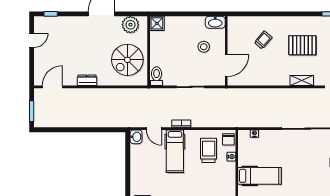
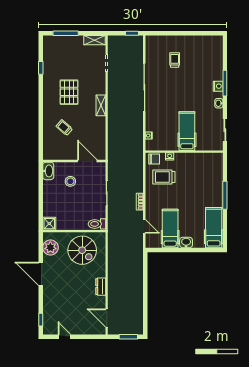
shelving: (302, 81) -> (101, 105), moved
door: (154, 129) -> (144, 226), hinge flipped
washbasin: (136, 137) -> (186, 242), moved
hospital bed: (175, 151) -> (170, 228), moved, turned -90

